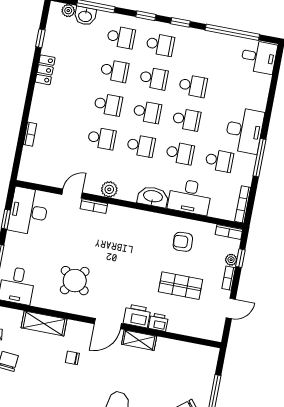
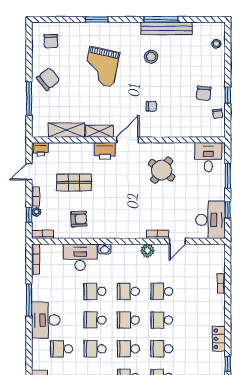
school desk: (219, 161) -> (62, 349), moved
washbasin: (153, 197) -> (105, 249), width x0.52, depth x0.69
printer: (158, 322) -> (41, 149), moved
shelving: (44, 323) -> (67, 130), moved

